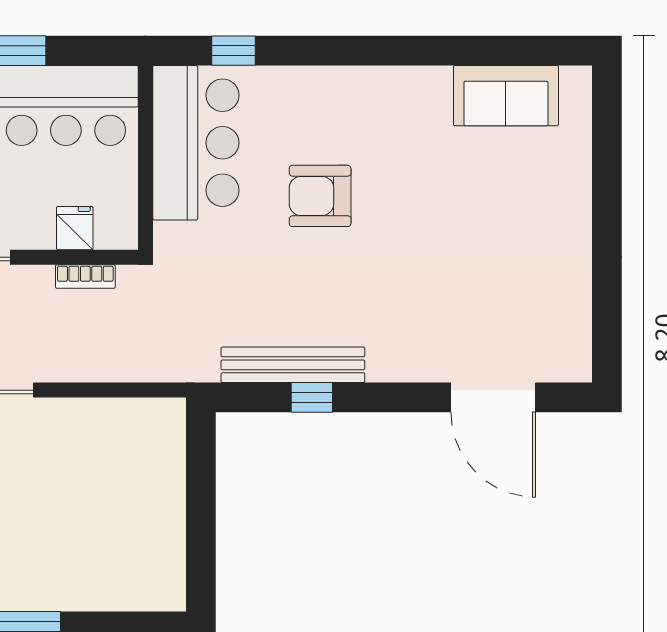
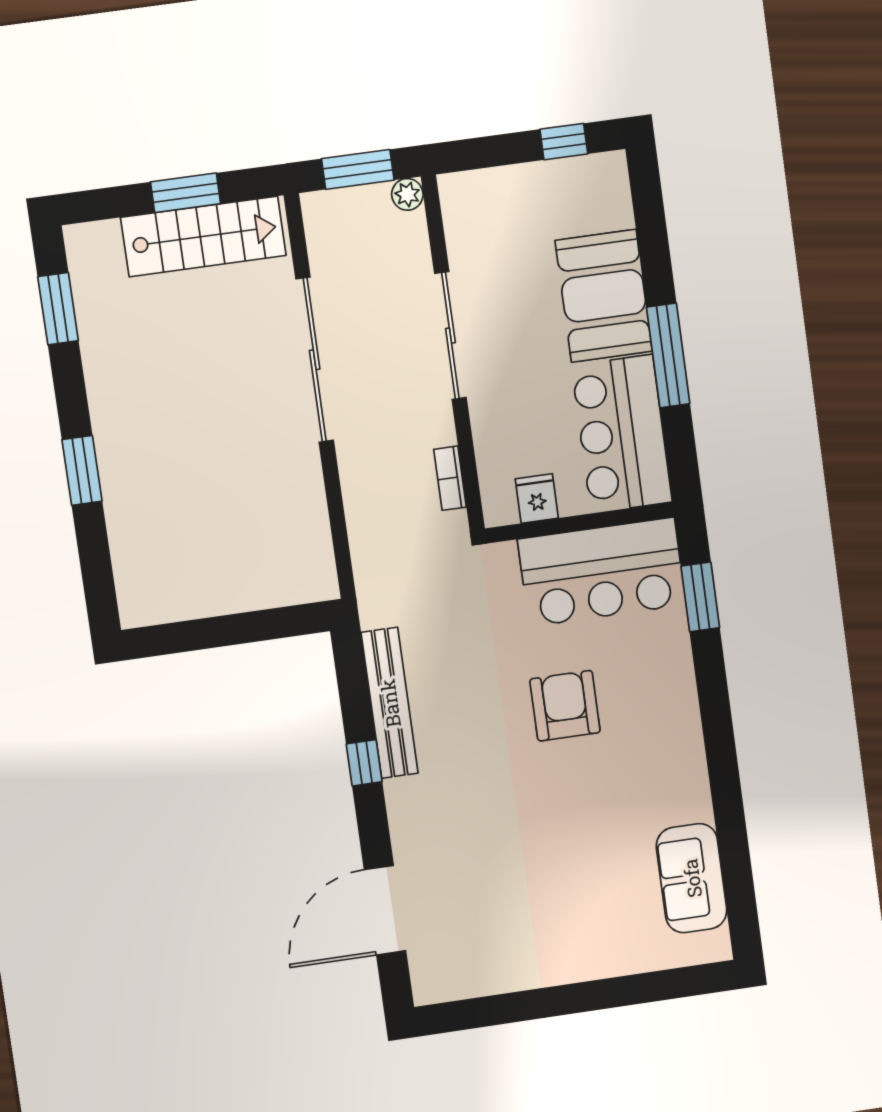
window: (234, 51) -> (700, 597), width x1.50
fridge: (75, 228) -> (537, 498), moved, turned -90
window: (312, 397) -> (364, 763), moved

